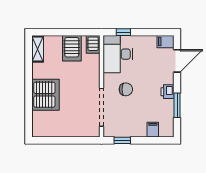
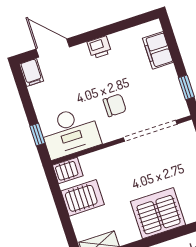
chair: (126, 89) -> (115, 105), turned 90
window: (177, 105) -> (114, 28), removed
filing cabinet: (153, 130) -> (158, 50), width x2.00

